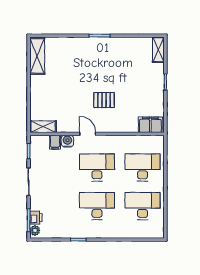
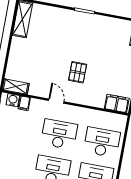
pallet: (104, 100) -> (78, 72), turned 90
water cooler: (67, 141) -> (13, 100), moved

